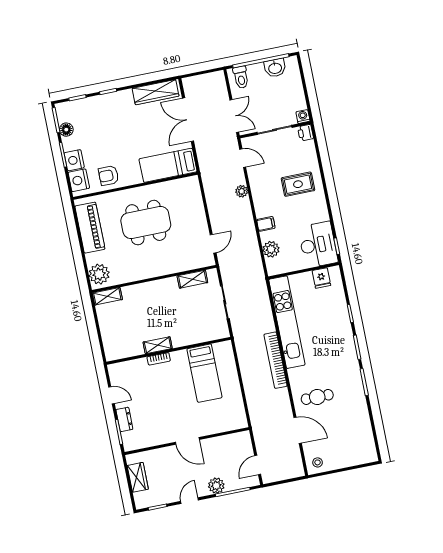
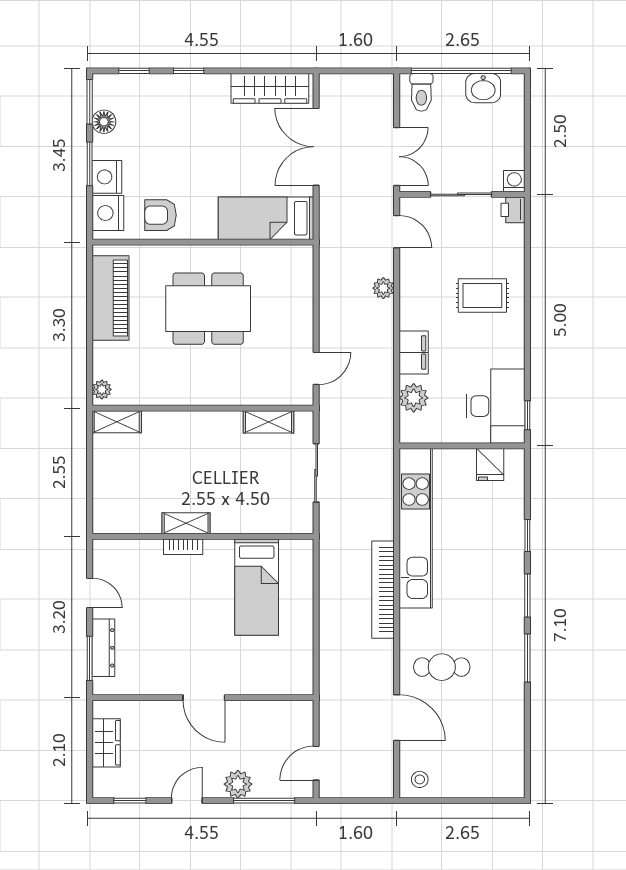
filing cabinet: (266, 224) -> (414, 352), width x2.00
plant: (99, 274) -> (102, 389), width x0.53, depth x0.53
dresser: (124, 419) -> (103, 648), width x1.44

